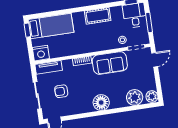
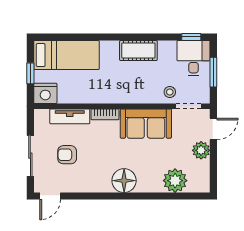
window: (27, 30) -> (30, 73), moved
tv unit: (49, 67) -> (70, 116), moved
plant: (152, 97) -> (201, 150), moved

